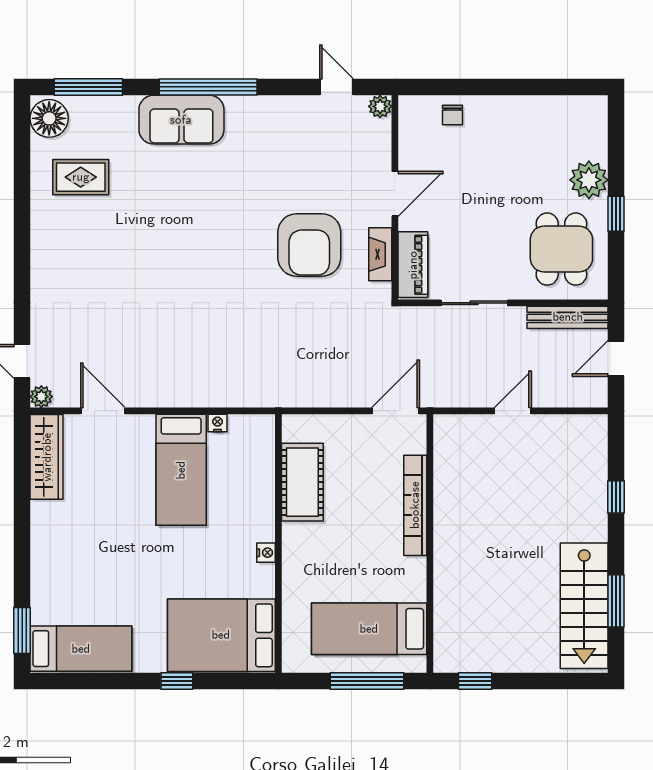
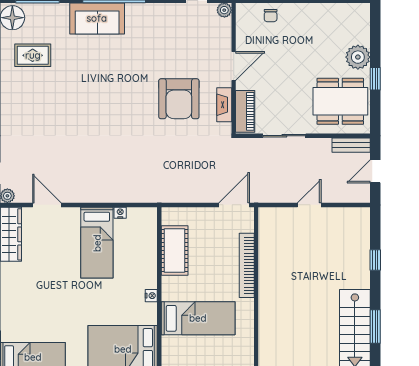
dining table: (561, 249) -> (340, 101), width x1.38
bench: (568, 317) -> (351, 145), width x0.73
bed: (369, 629) -> (198, 318), moved, turned 180

